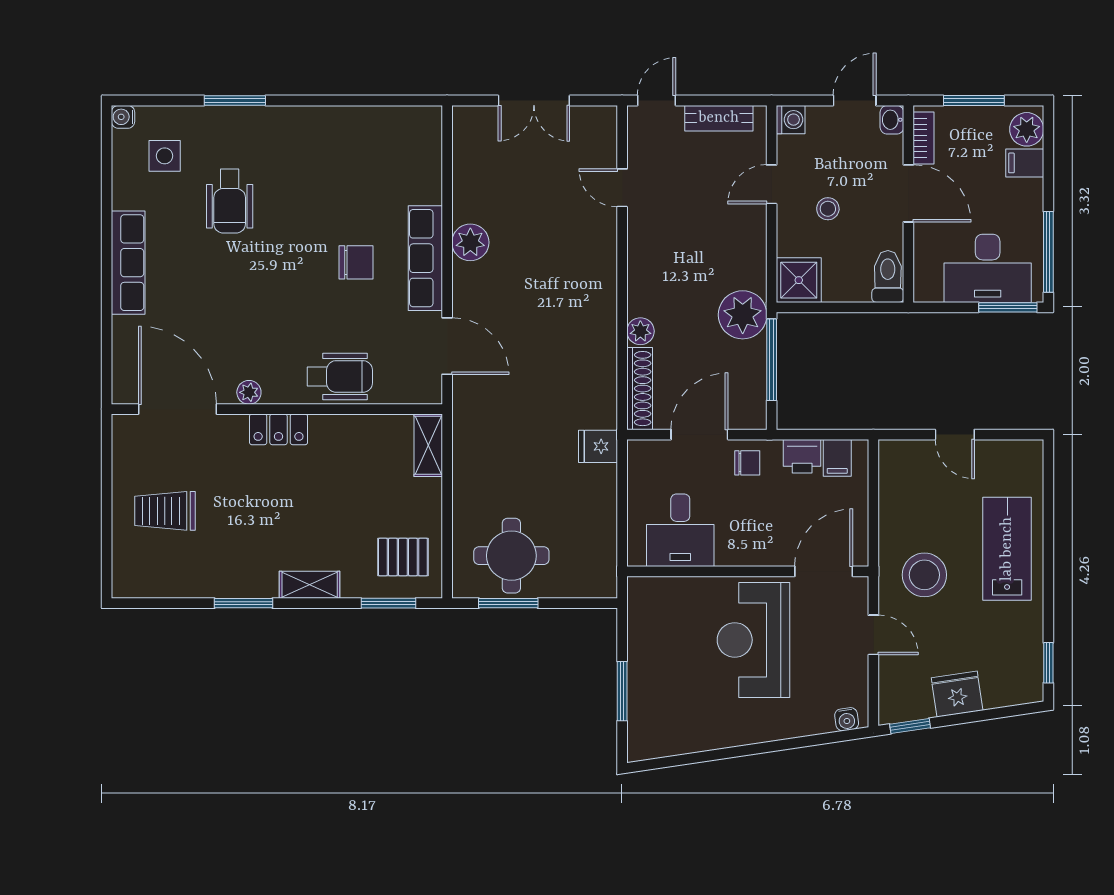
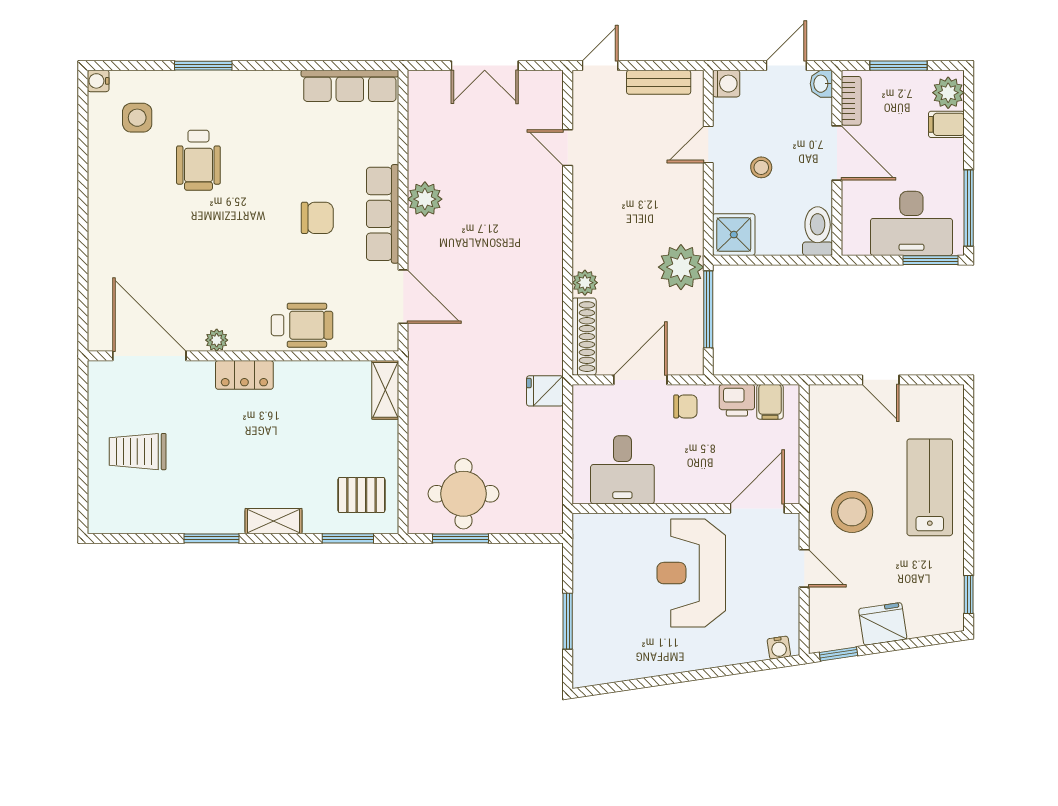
row of seats: (128, 263) -> (350, 86), moved, turned 90

